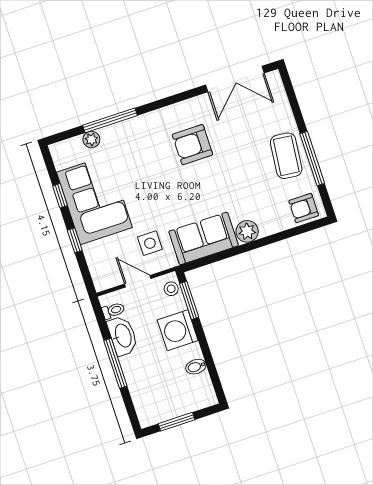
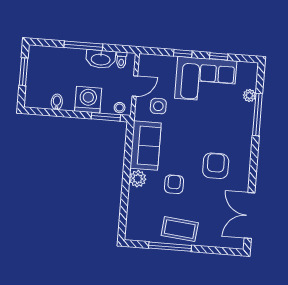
armchair: (304, 208) -> (174, 184), moved

